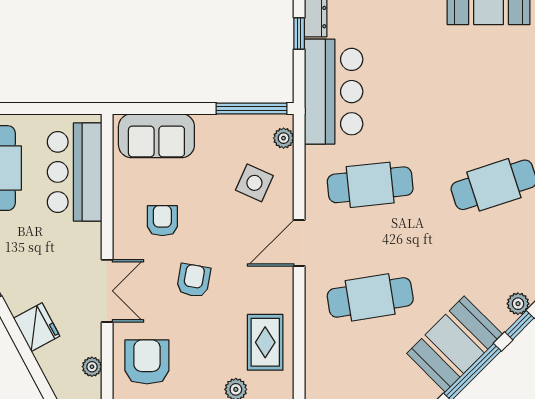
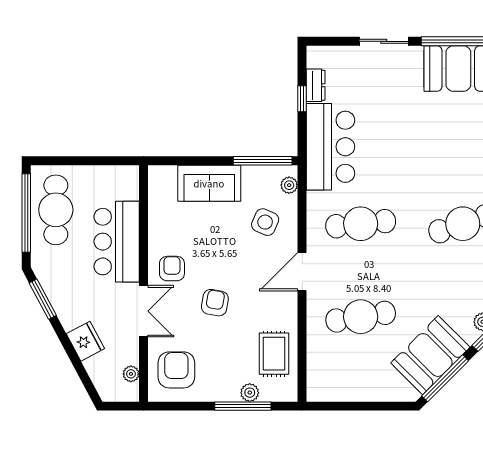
sofa: (156, 136) -> (209, 183), moved
bar counter: (75, 172) -> (117, 242), moved
armchair: (162, 221) -> (172, 269), moved

